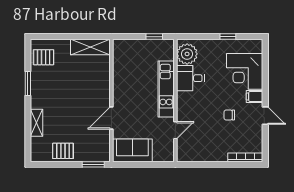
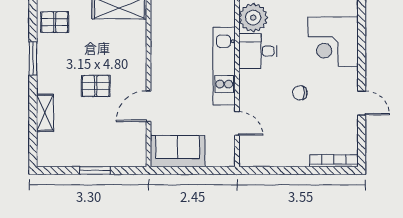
filing cabinet: (255, 97) -> (347, 77), removed
chair: (229, 115) -> (300, 93), moved
door: (175, 130) -> (237, 123), hinge flipped
pallet: (63, 151) -> (96, 86), moved
window: (93, 164) -> (95, 170), moved

